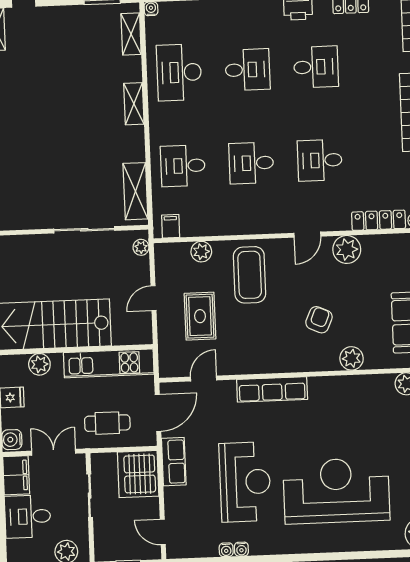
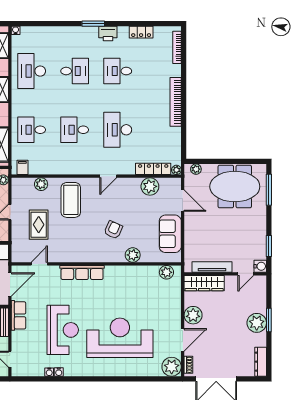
desk: (316, 67) -> (118, 71), turned 180
desk: (320, 160) -> (118, 130), width x1.37
plant: (347, 249) -> (150, 186), moved

